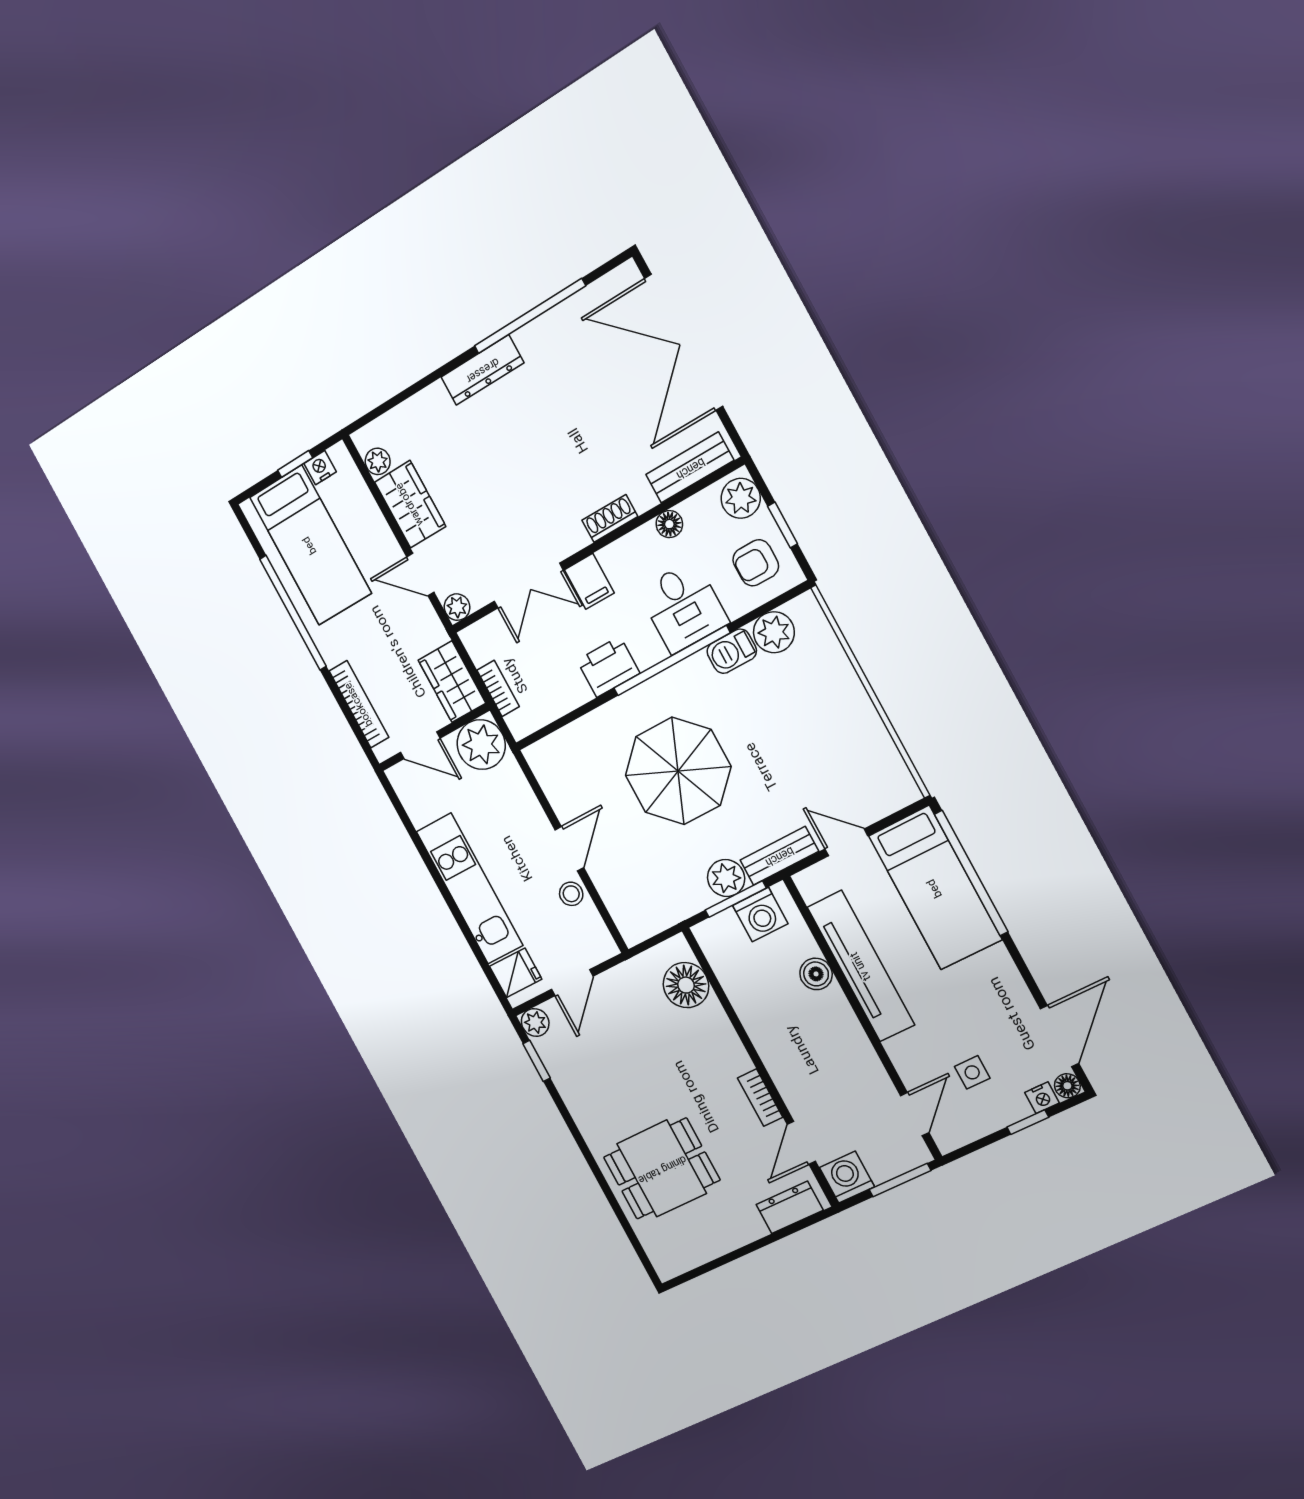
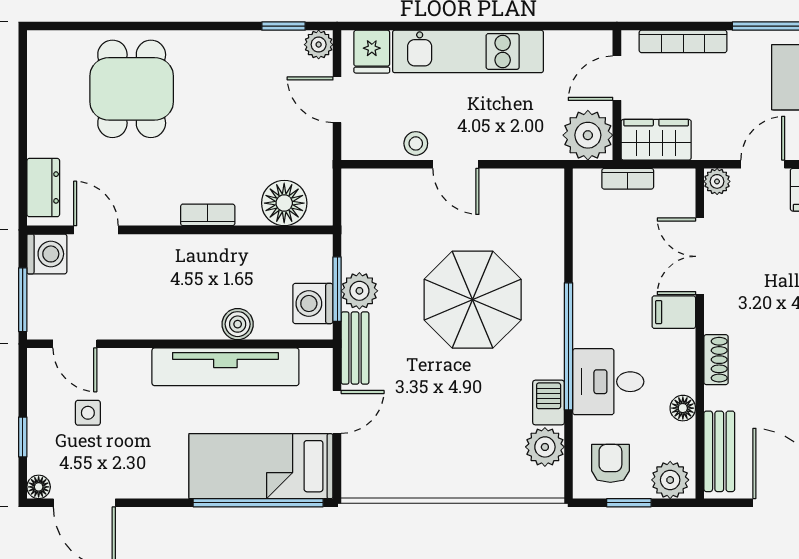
printer: (608, 667) -> (593, 288), removed
bookcase: (760, 1098) -> (208, 215), moved
nightstand: (1042, 1098) -> (38, 460), removed

